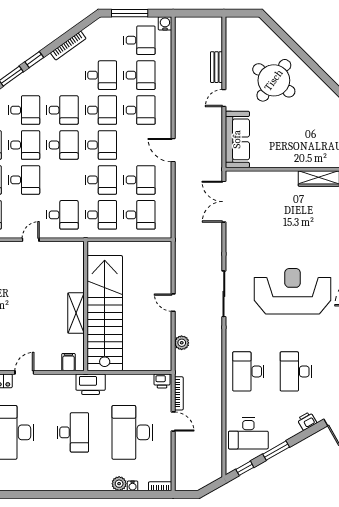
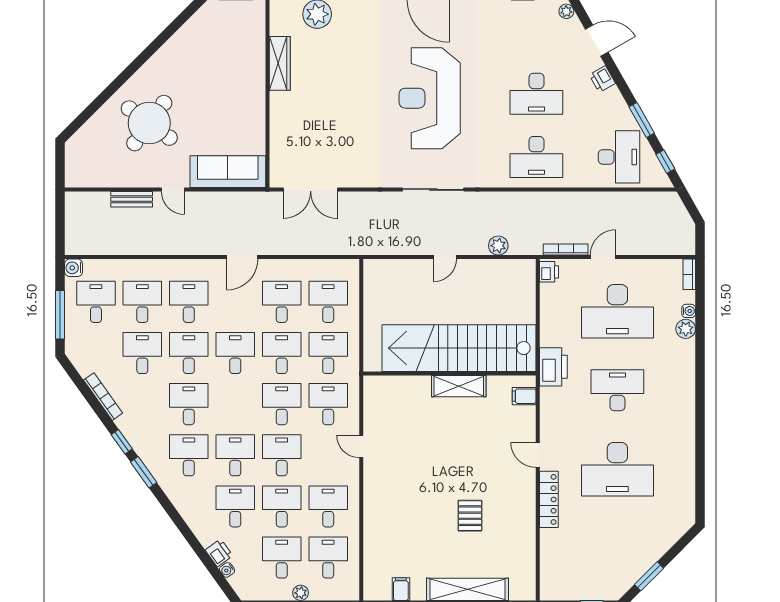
desk: (62, 145) -> (282, 404), moved

